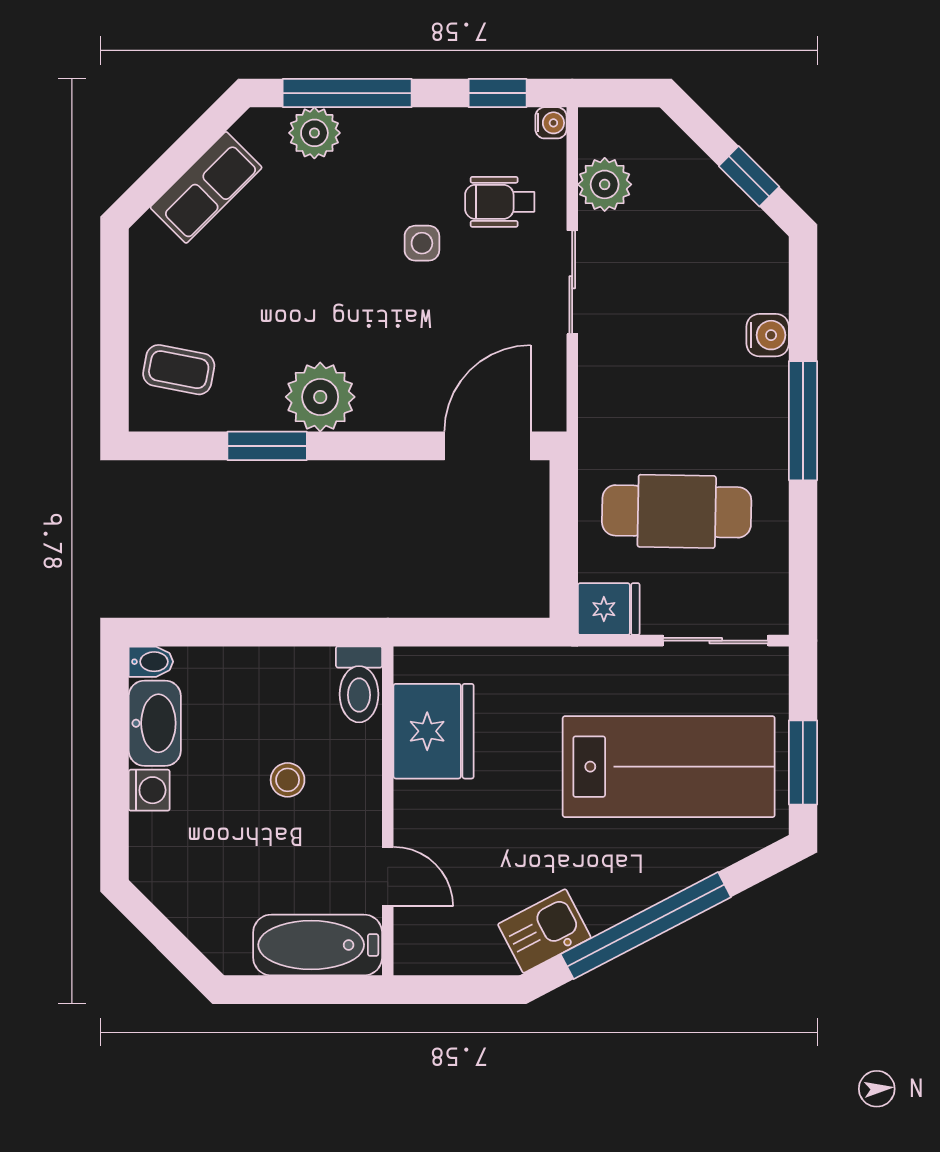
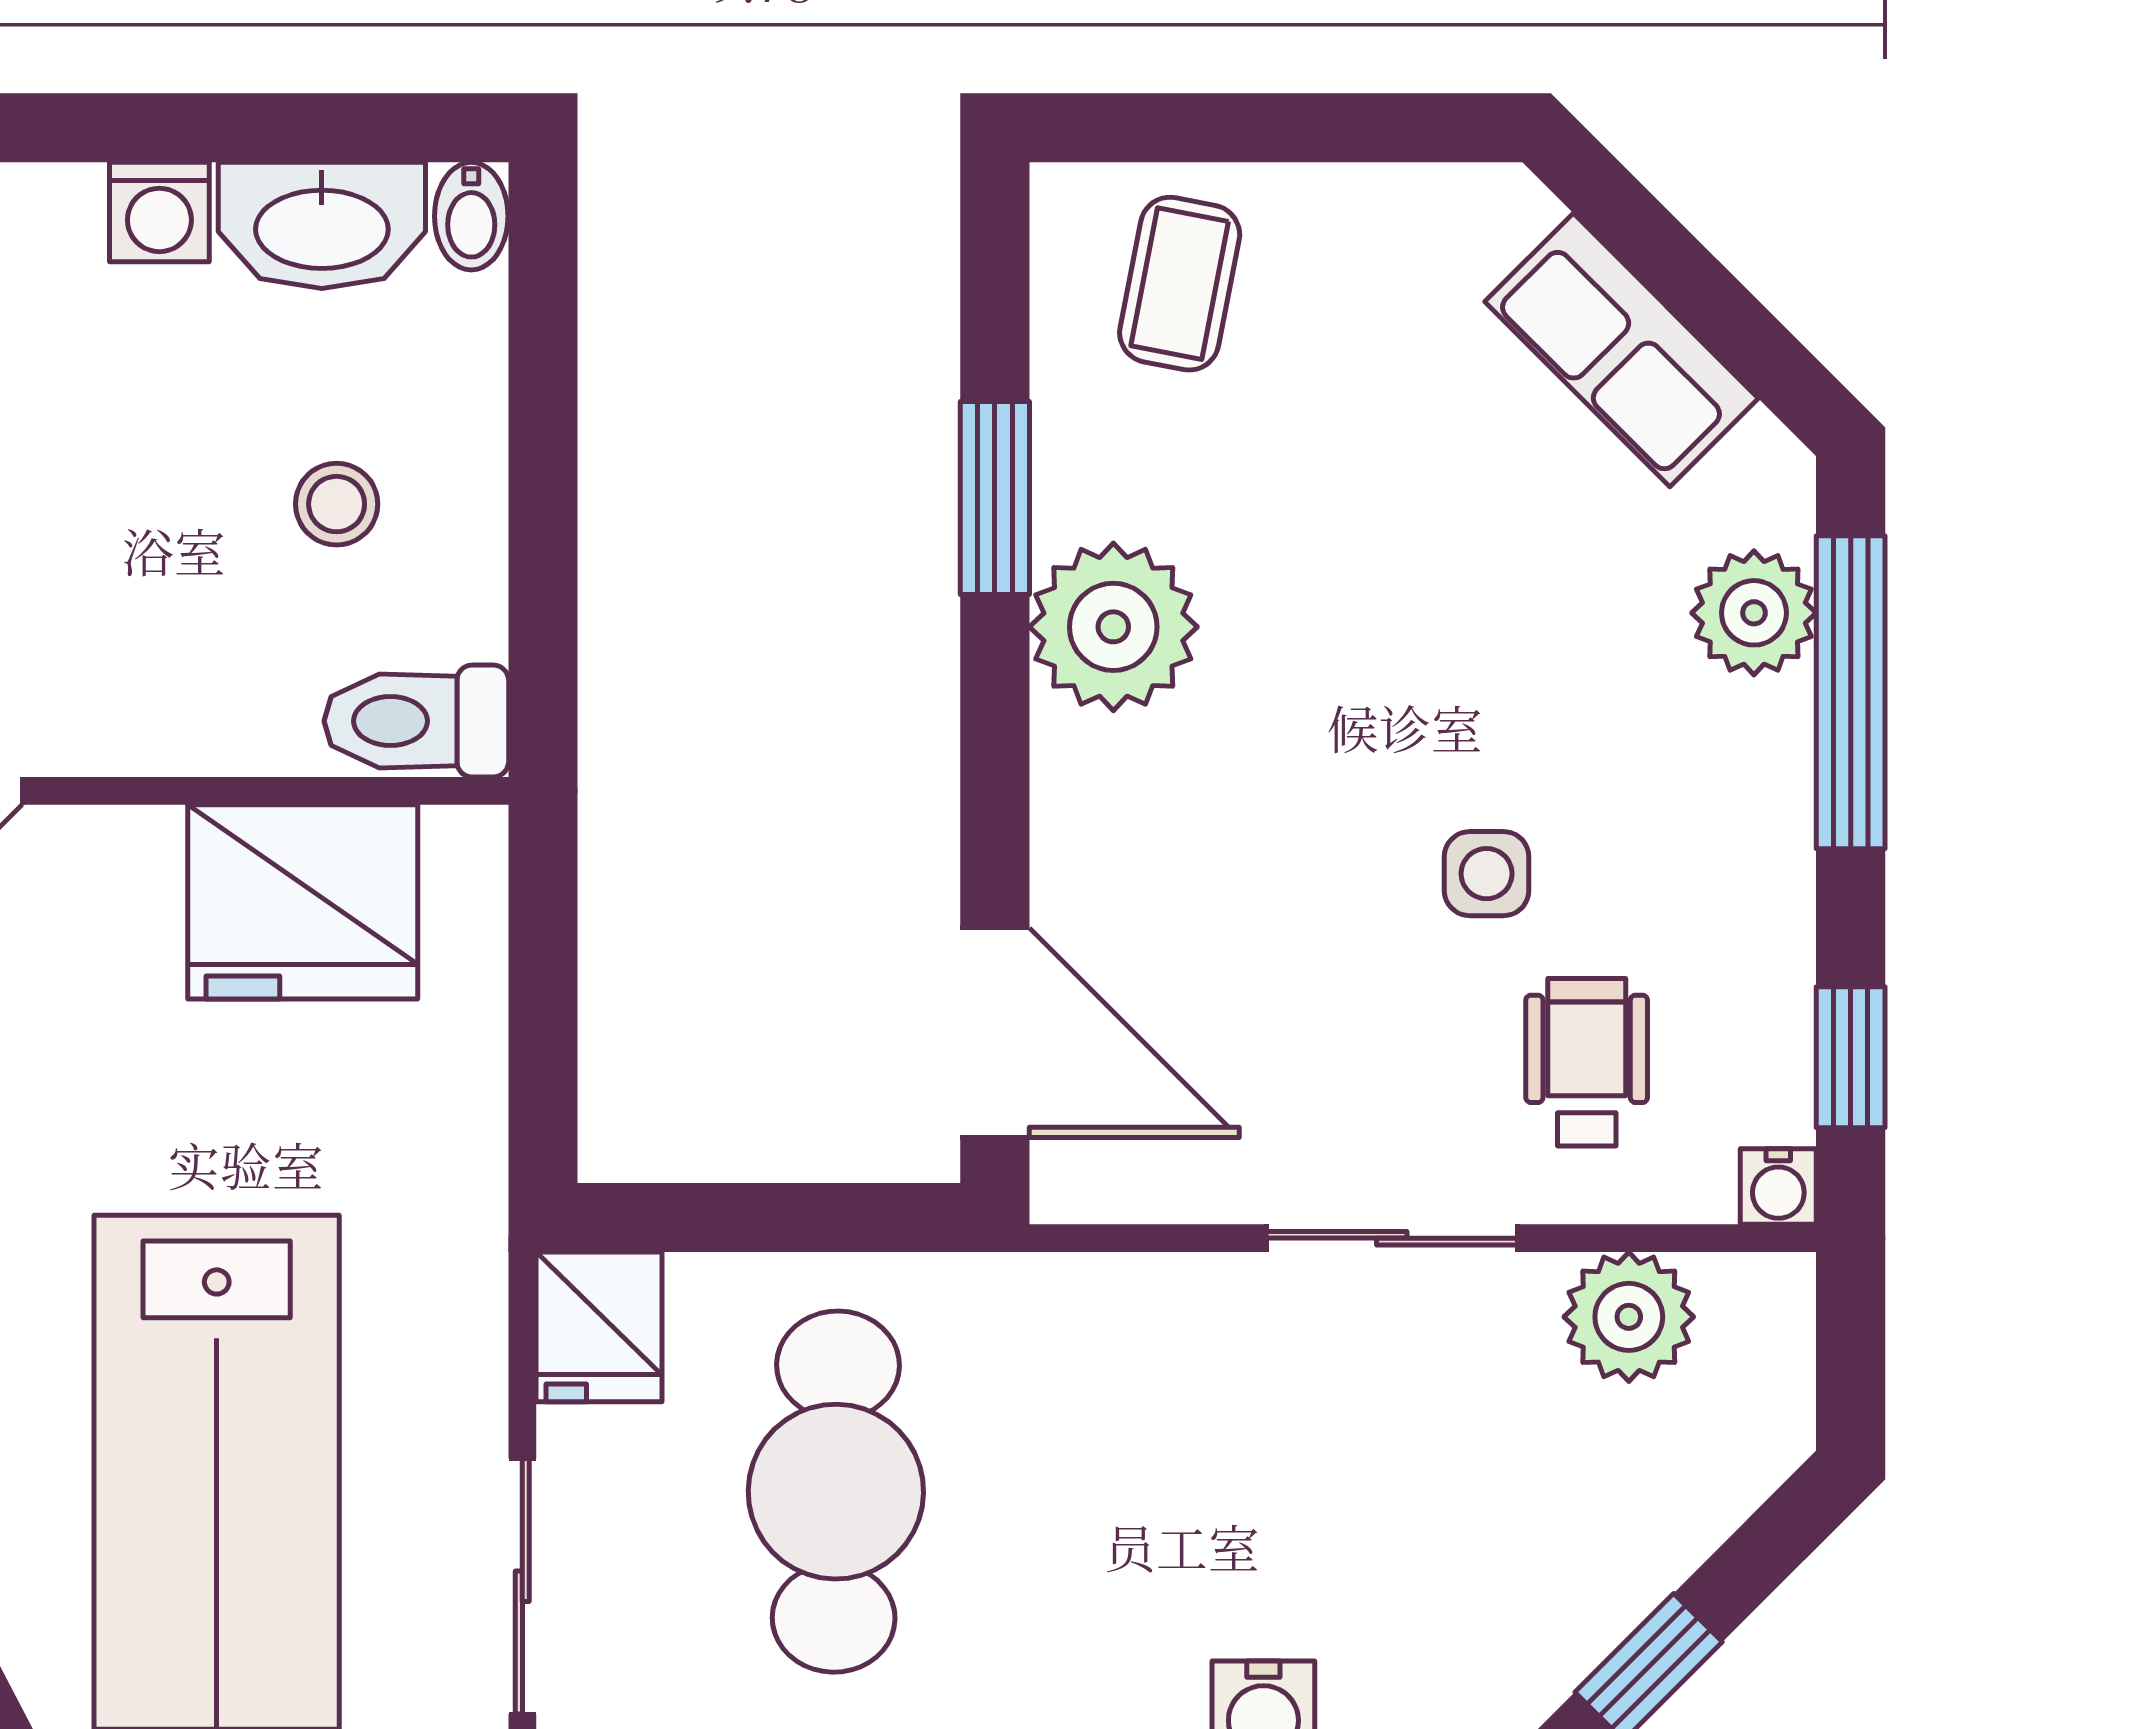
stool: (288, 780) -> (337, 504), moved

